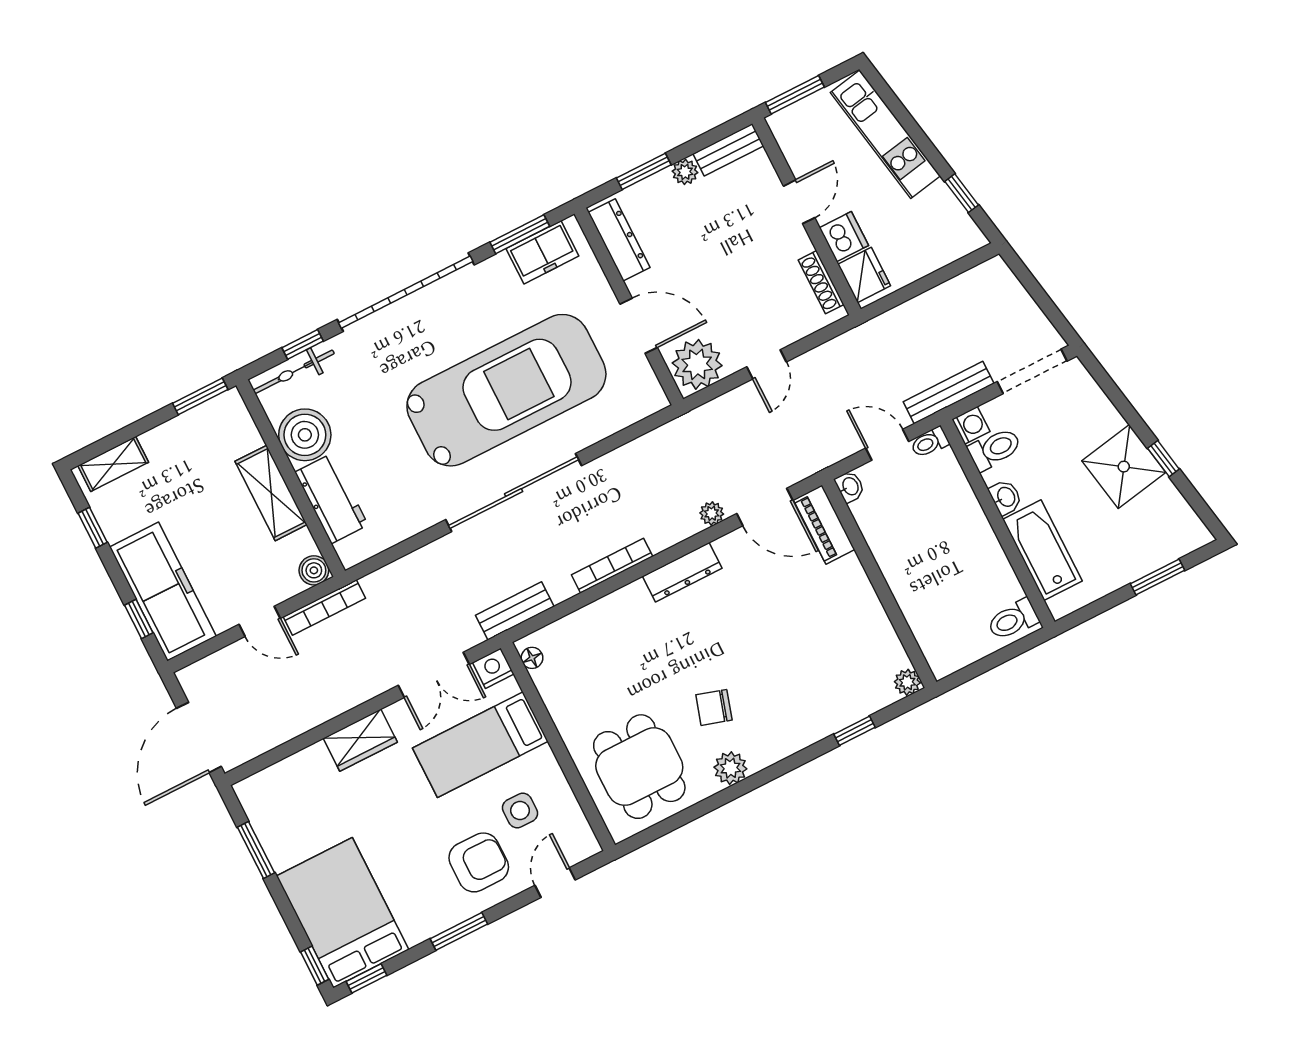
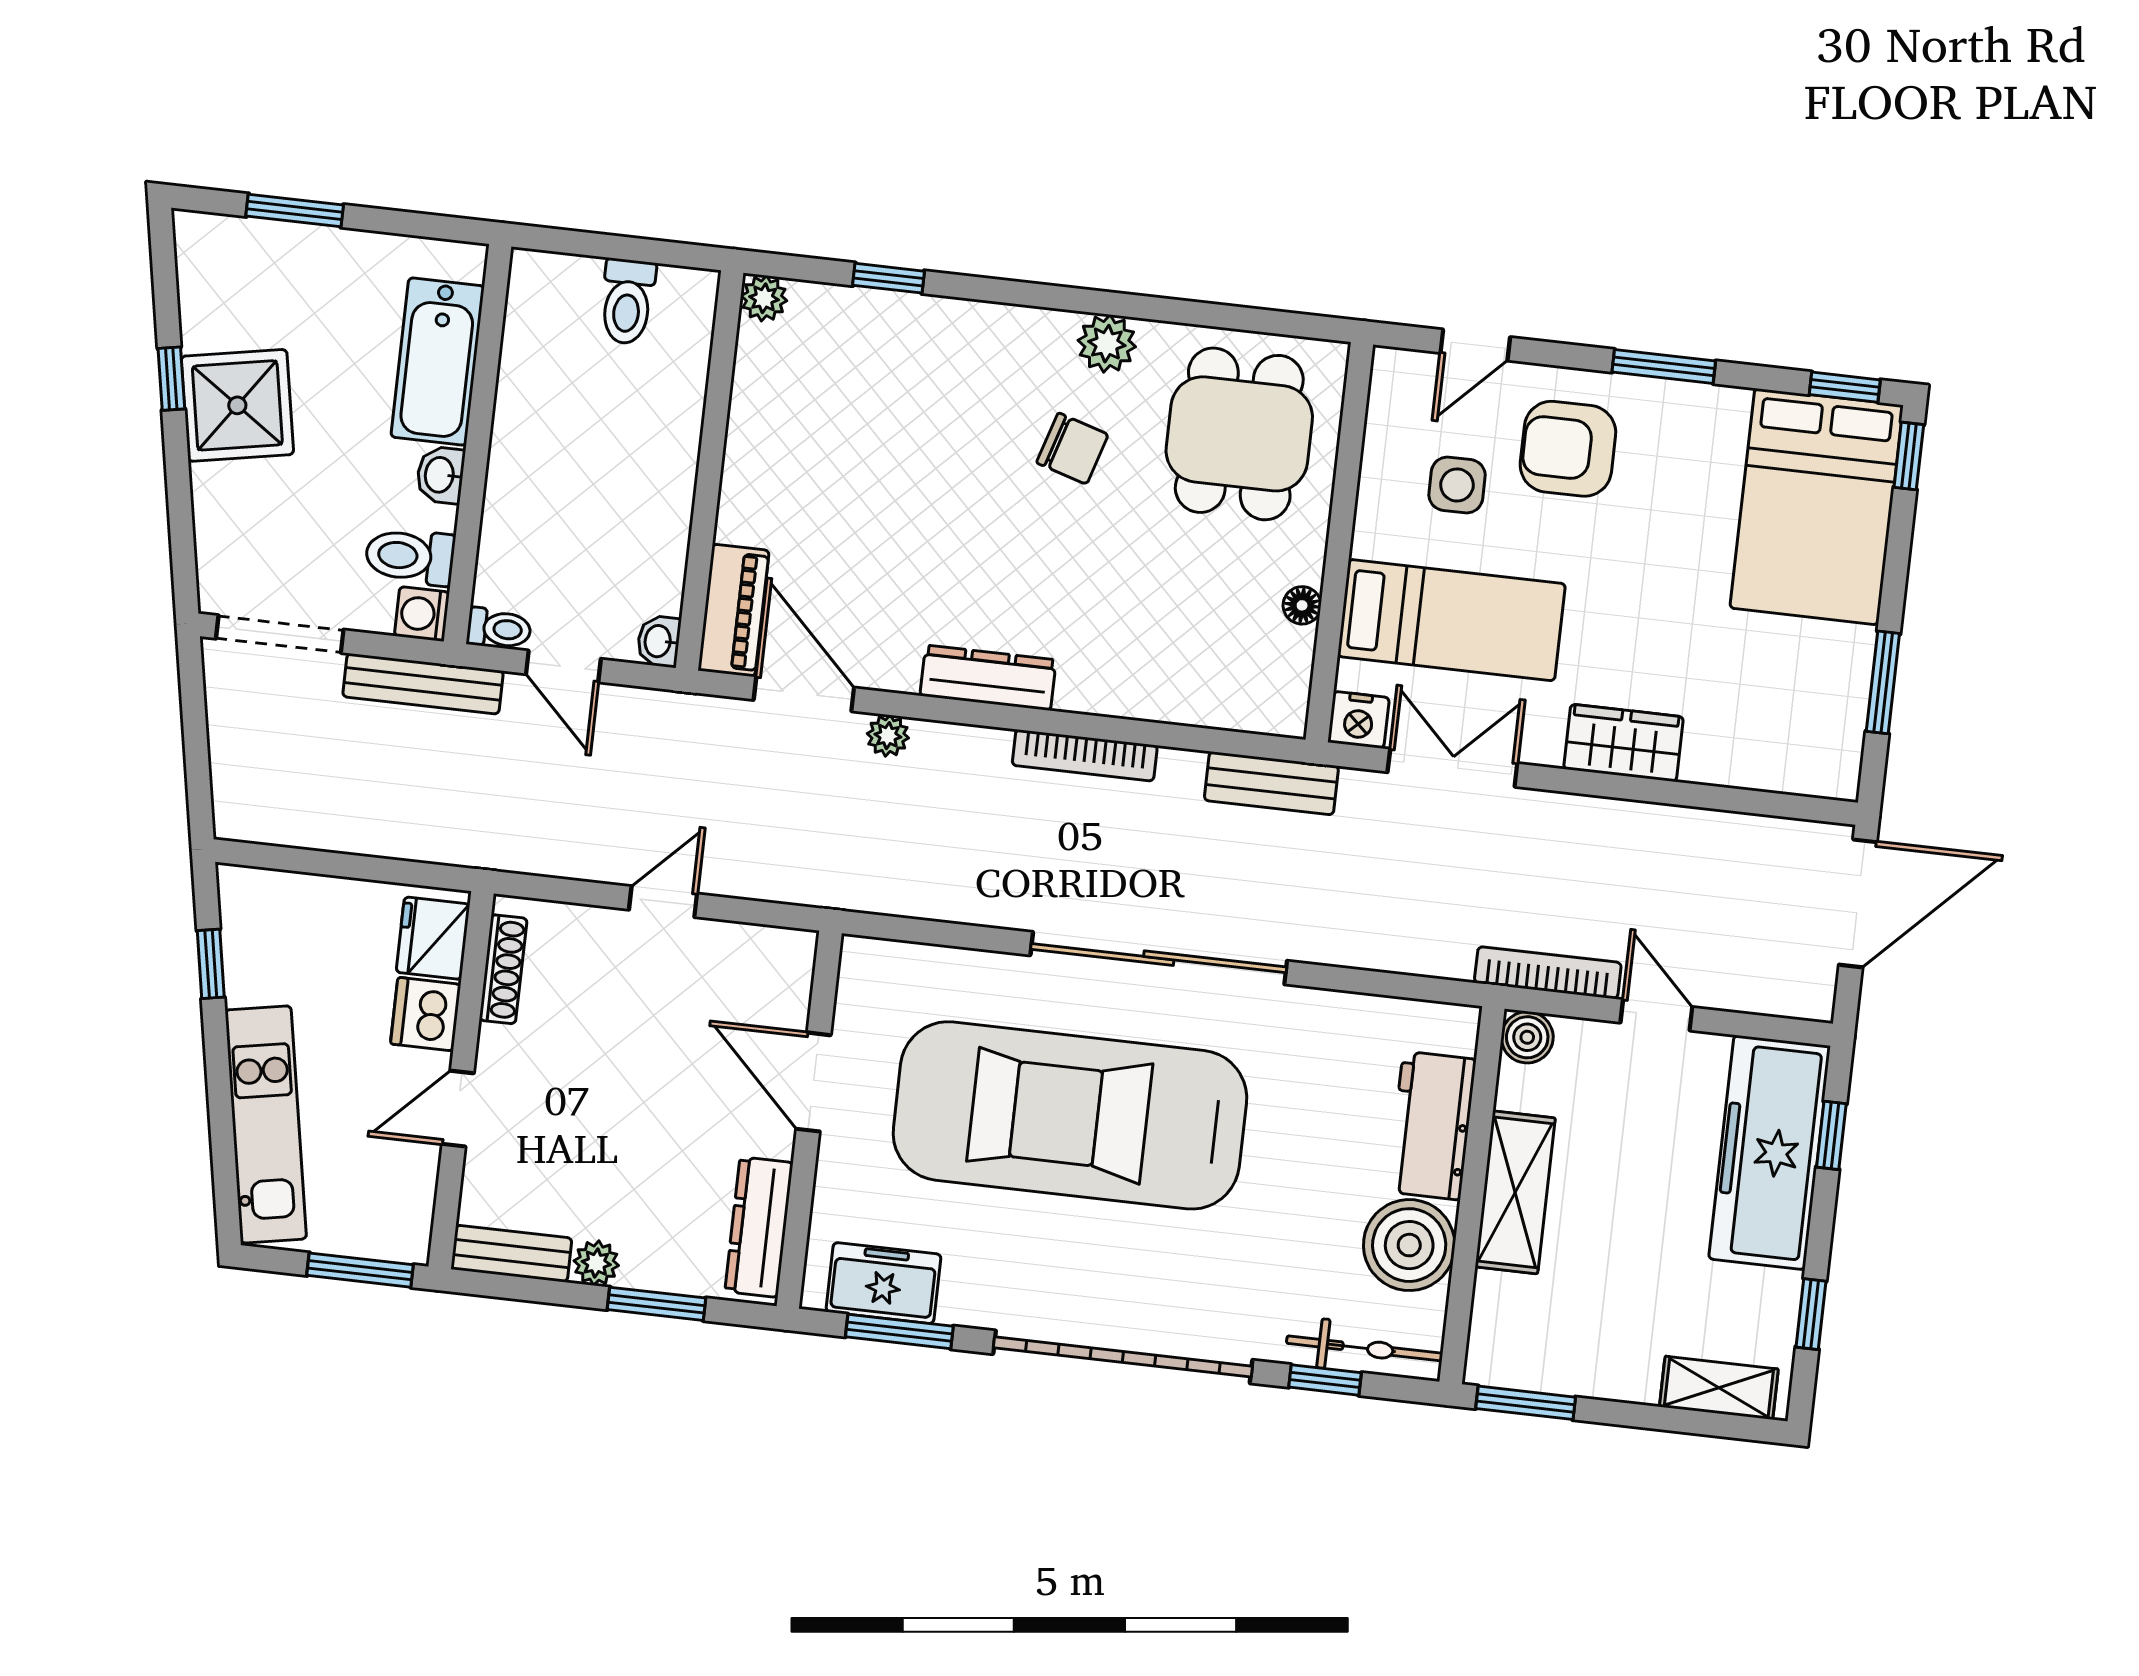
plant: (697, 364) -> (765, 969), removed
toilet: (1013, 620) -> (627, 302), moved, turned 90
floor lamp: (532, 658) -> (1302, 605), moved

